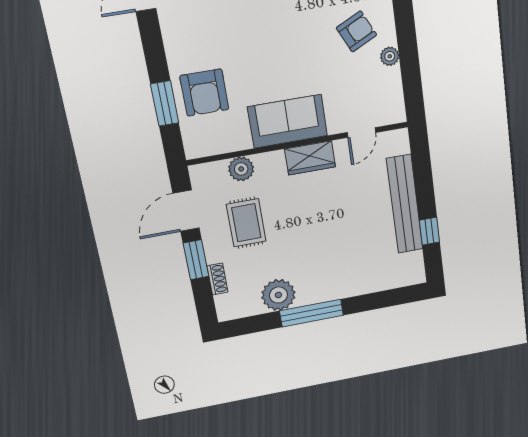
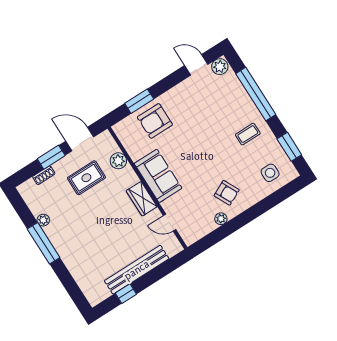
plant: (278, 295) -> (43, 220), width x0.53, depth x0.53

